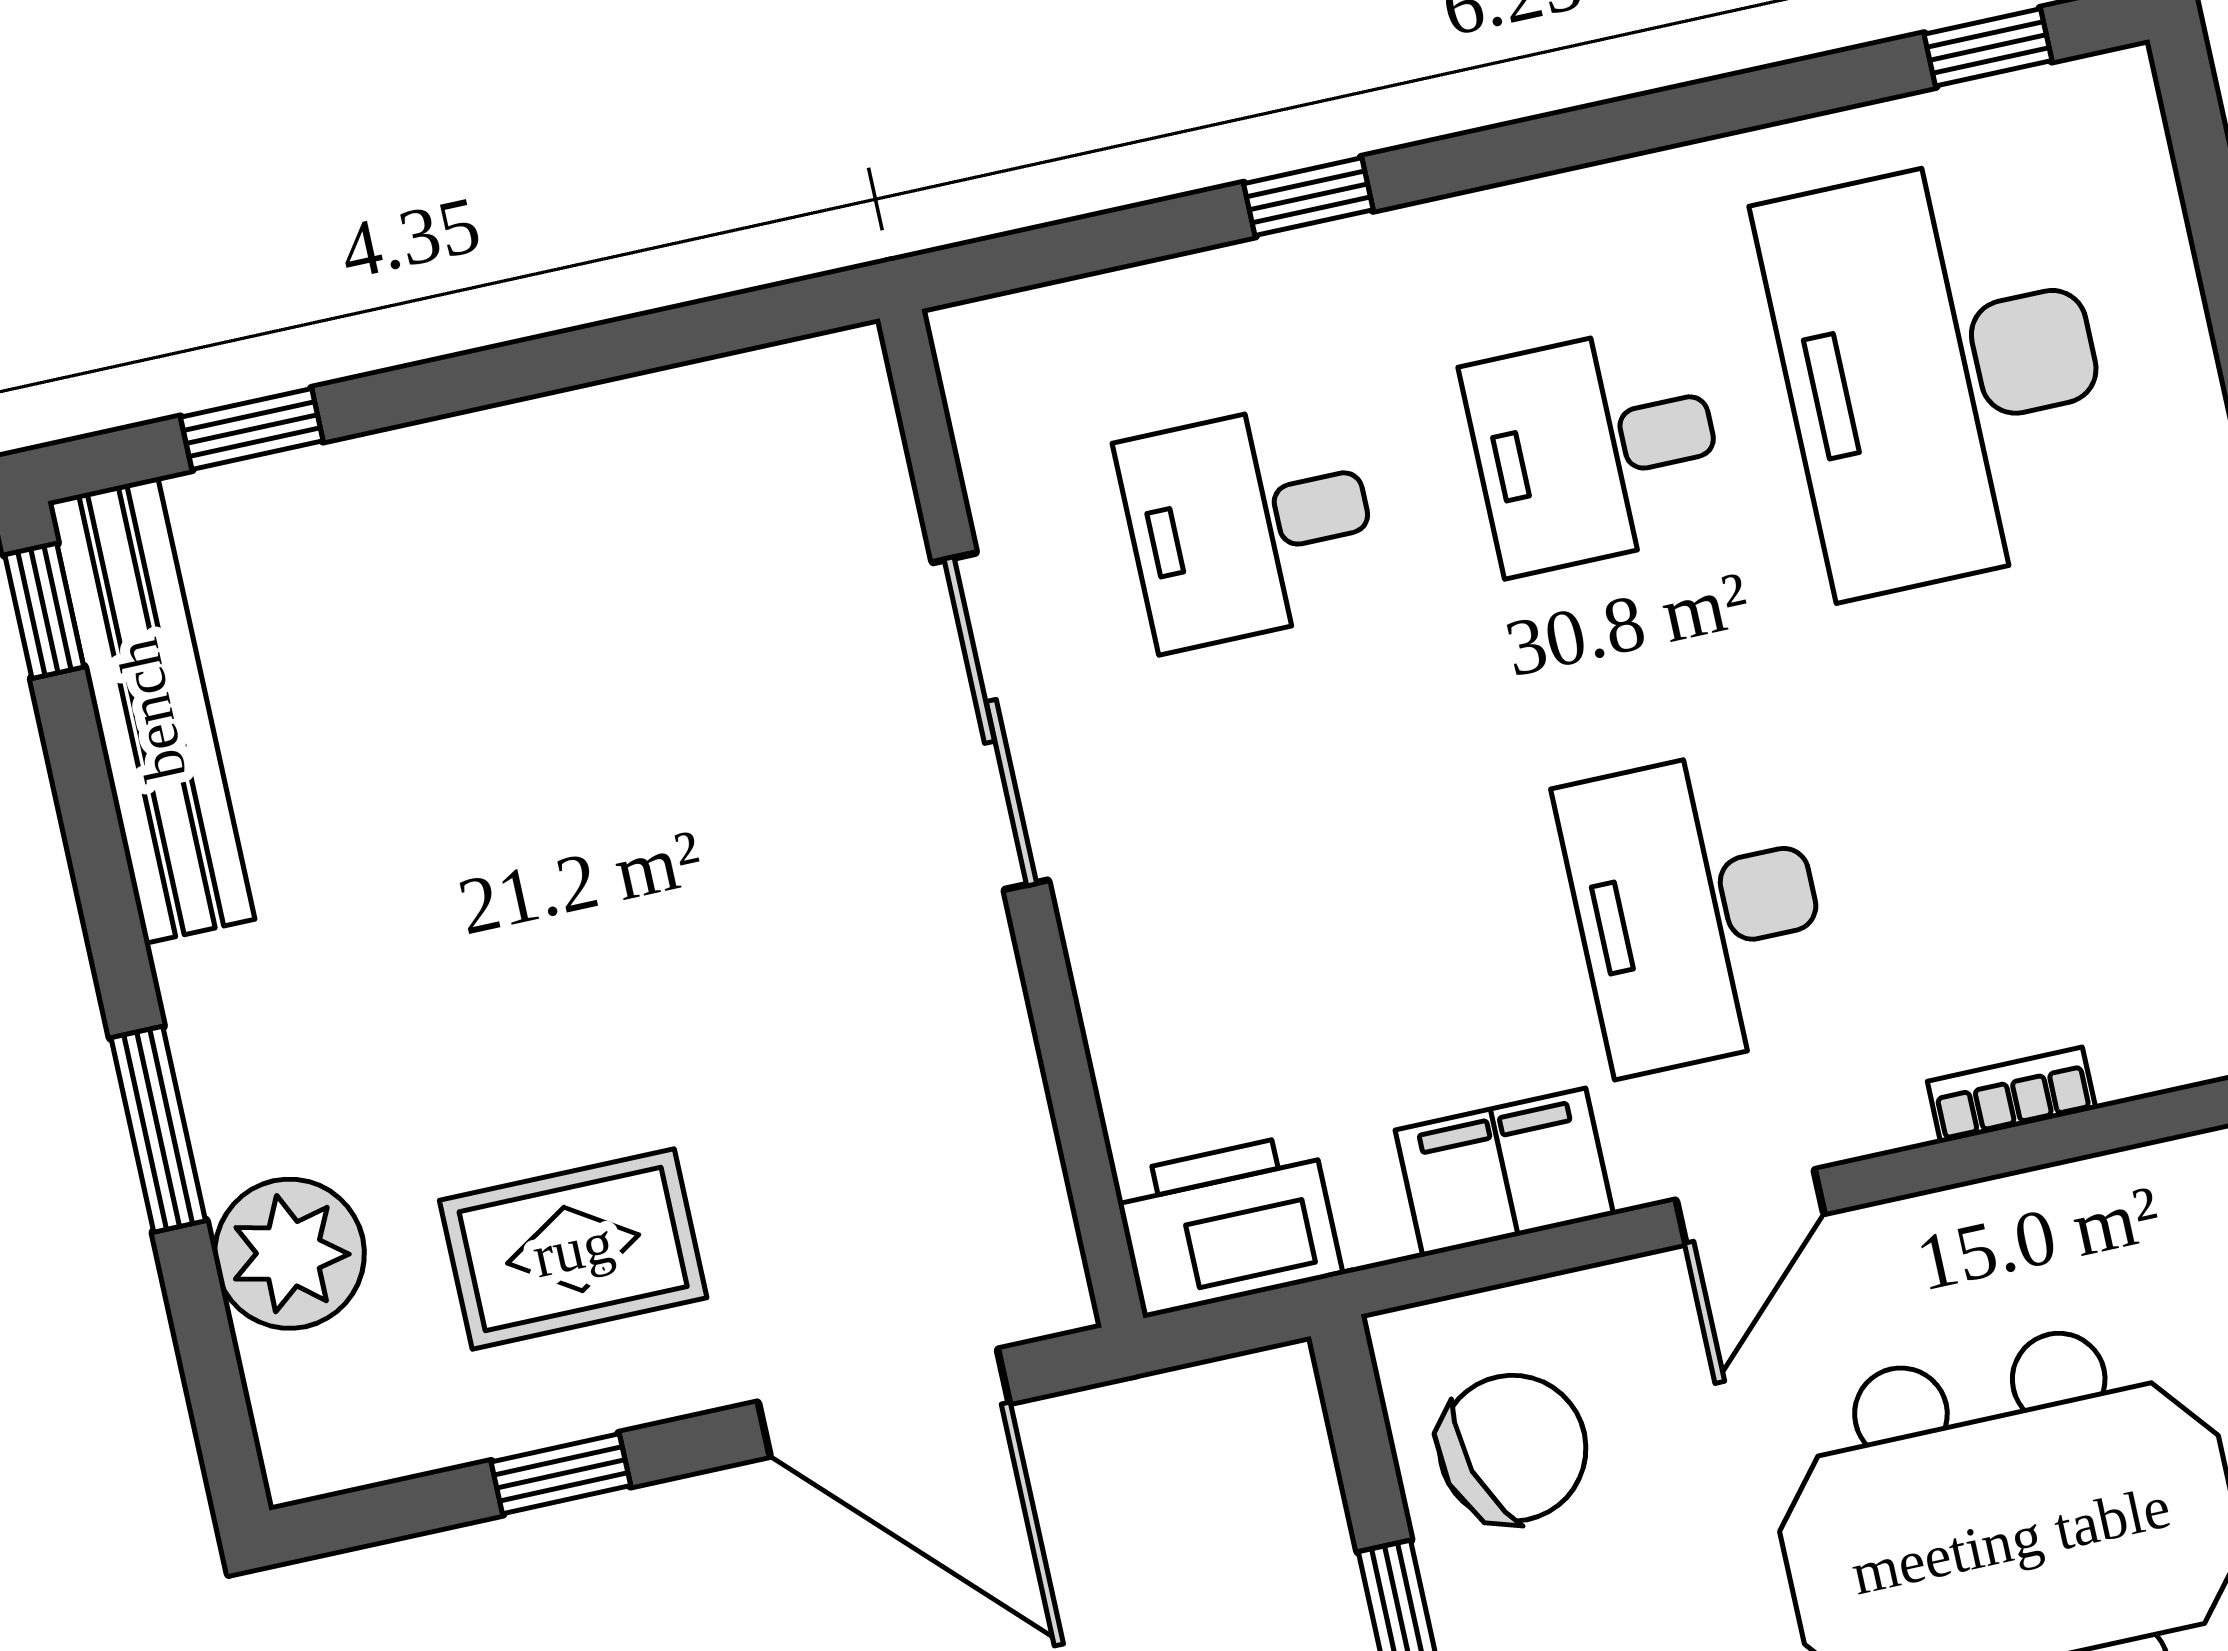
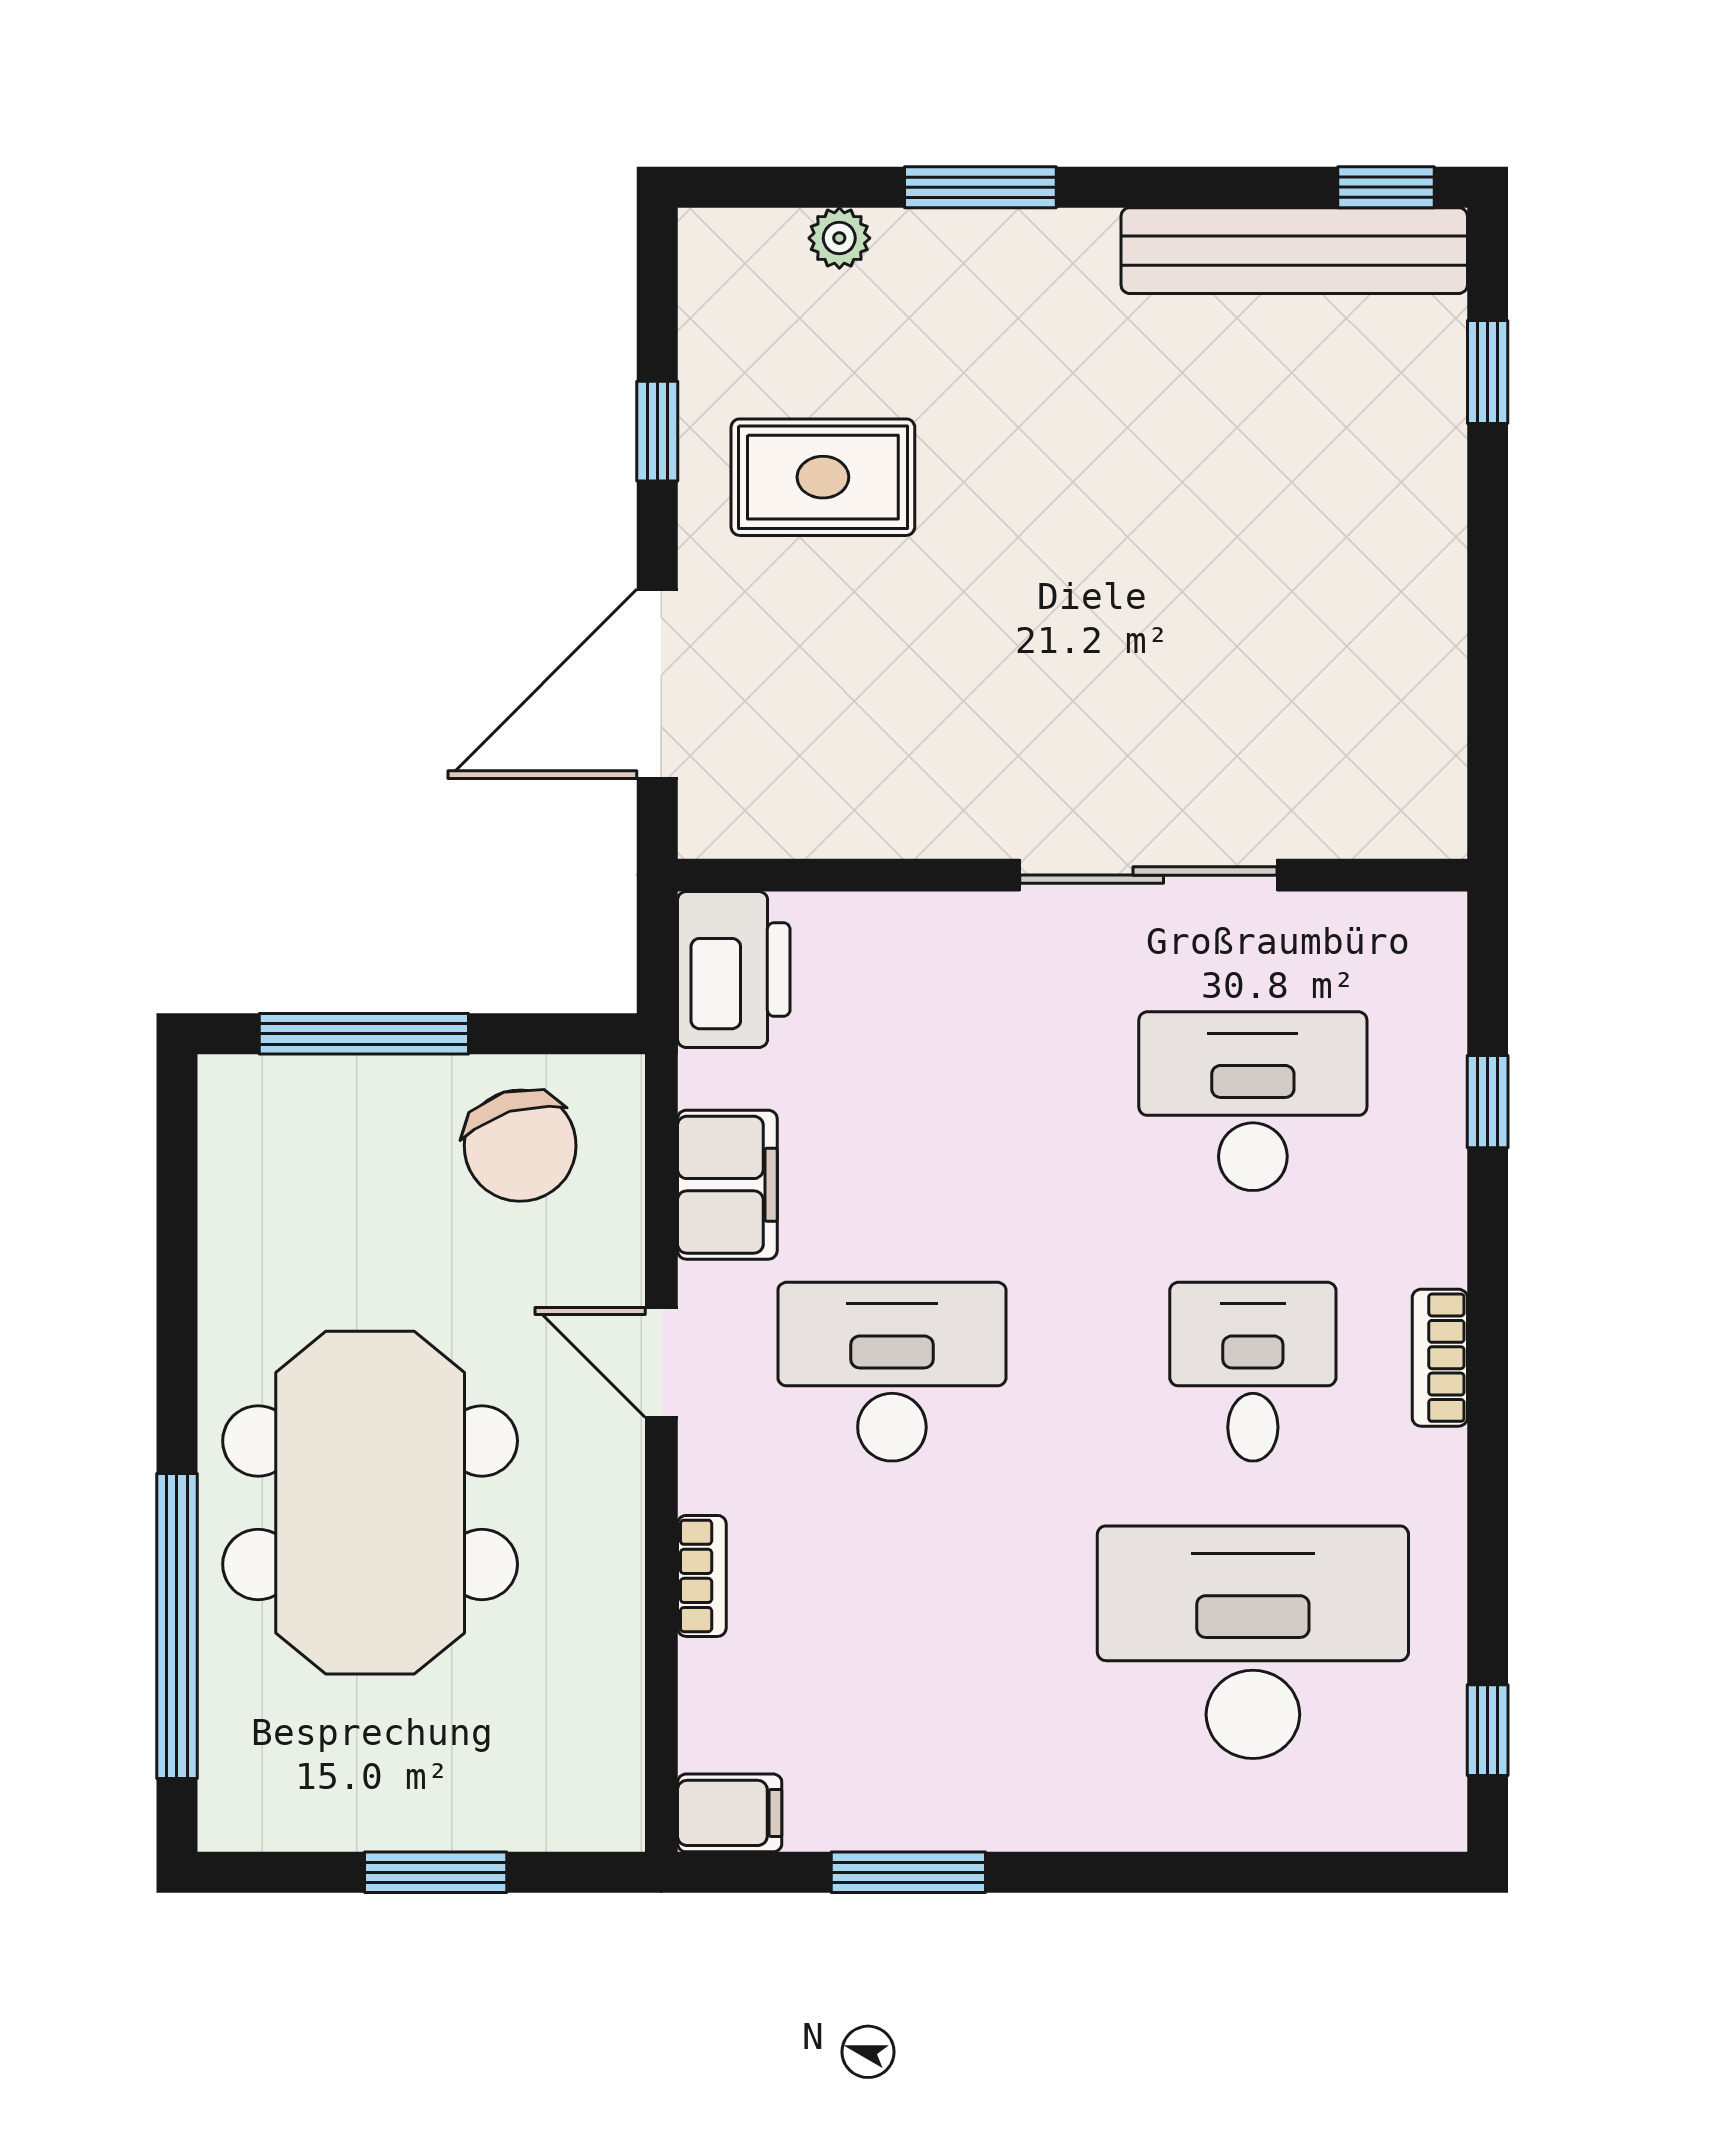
window: (1308, 197) -> (1488, 1102), moved
bookcase: (1525, 213) -> (1440, 1358), added
desk: (1250, 524) -> (1253, 1101), width x1.37
rug: (573, 1249) -> (823, 477), turned 90
plant: (290, 1254) -> (839, 238), width x0.53, depth x0.53

